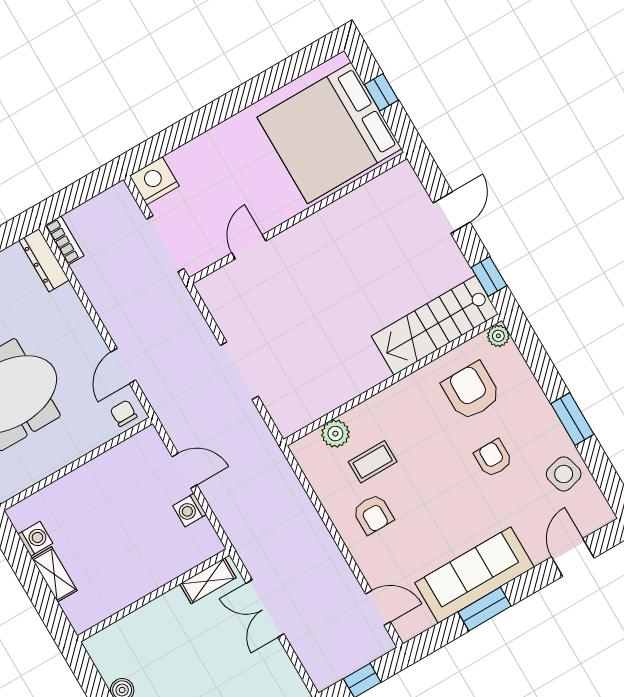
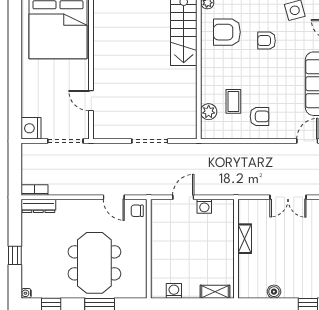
shelving: (54, 574) -> (215, 292), moved
shelving: (208, 581) -> (245, 239), moved
double door: (265, 609) -> (288, 197), moved

